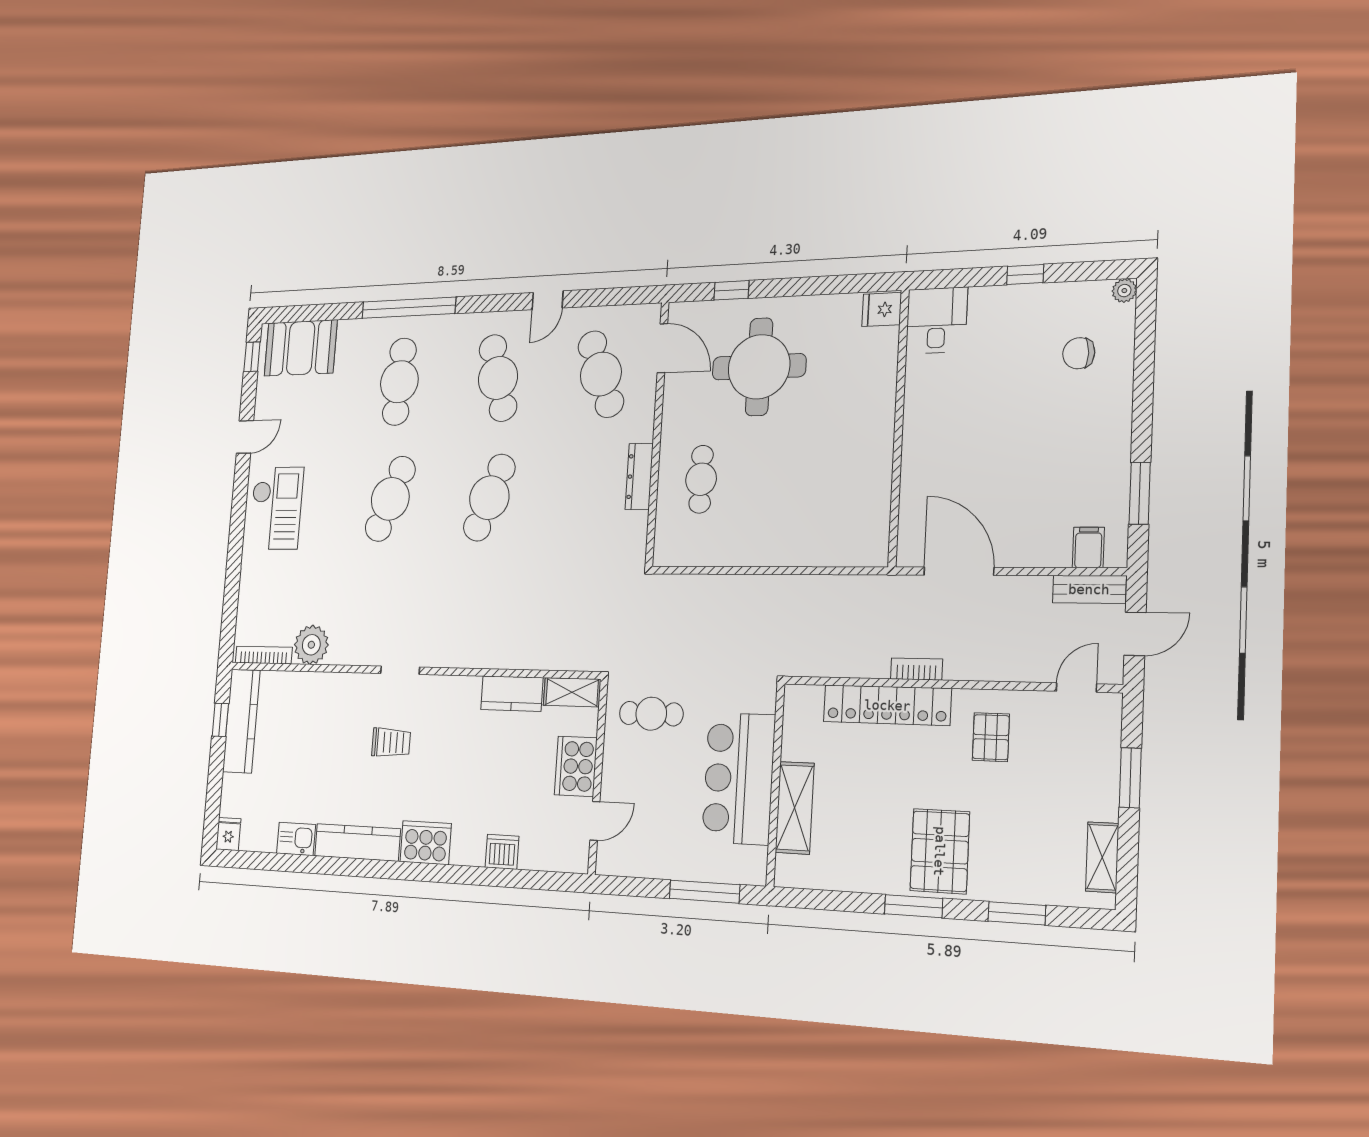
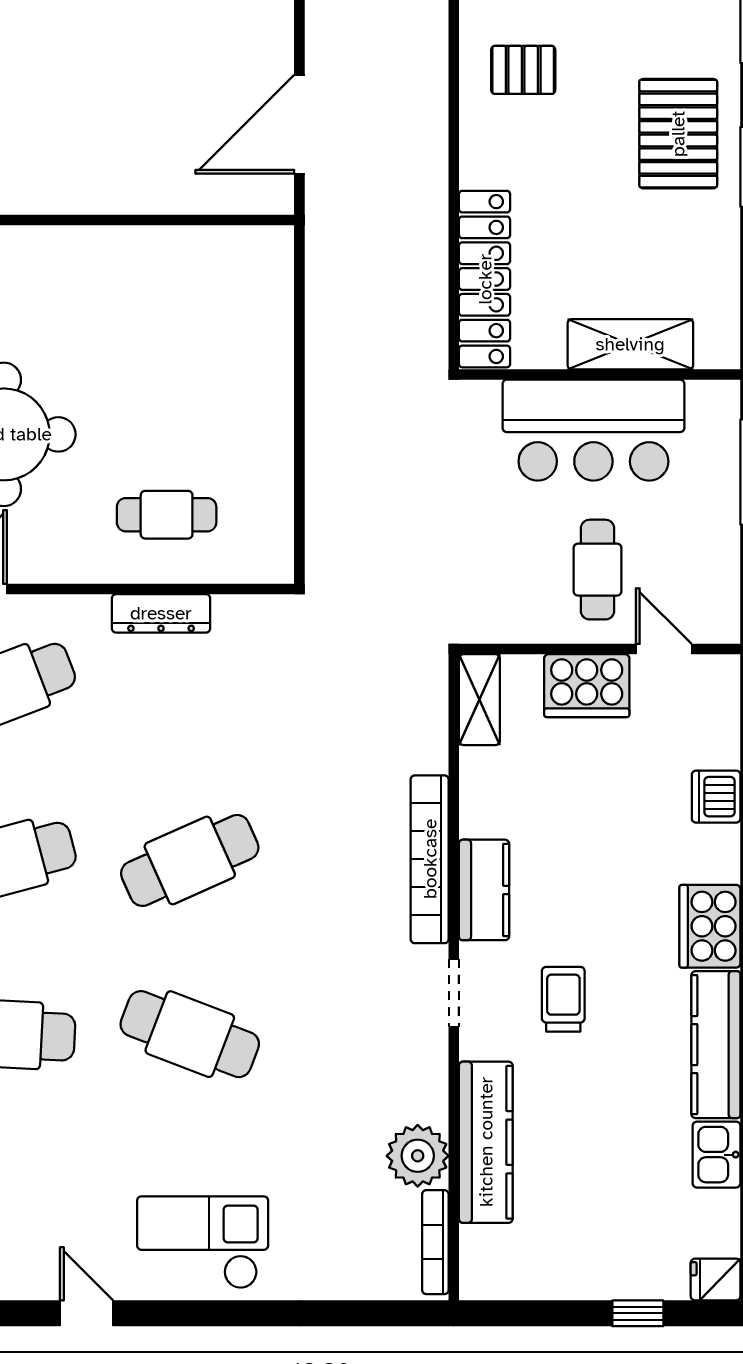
cafe table: (489, 498) -> (190, 860), turned -45
bookcase: (916, 669) -> (430, 859), moved, width x2.31, depth x1.31
kitchen counter: (512, 694) -> (484, 890), moved
locker: (887, 705) -> (485, 279), moved
cafe table: (651, 714) -> (598, 570), moved
window: (220, 720) -> (638, 1313), moved
kitchen counter: (241, 721) -> (486, 1142), moved, turned 90
pallet: (940, 851) -> (678, 134), turned 90

